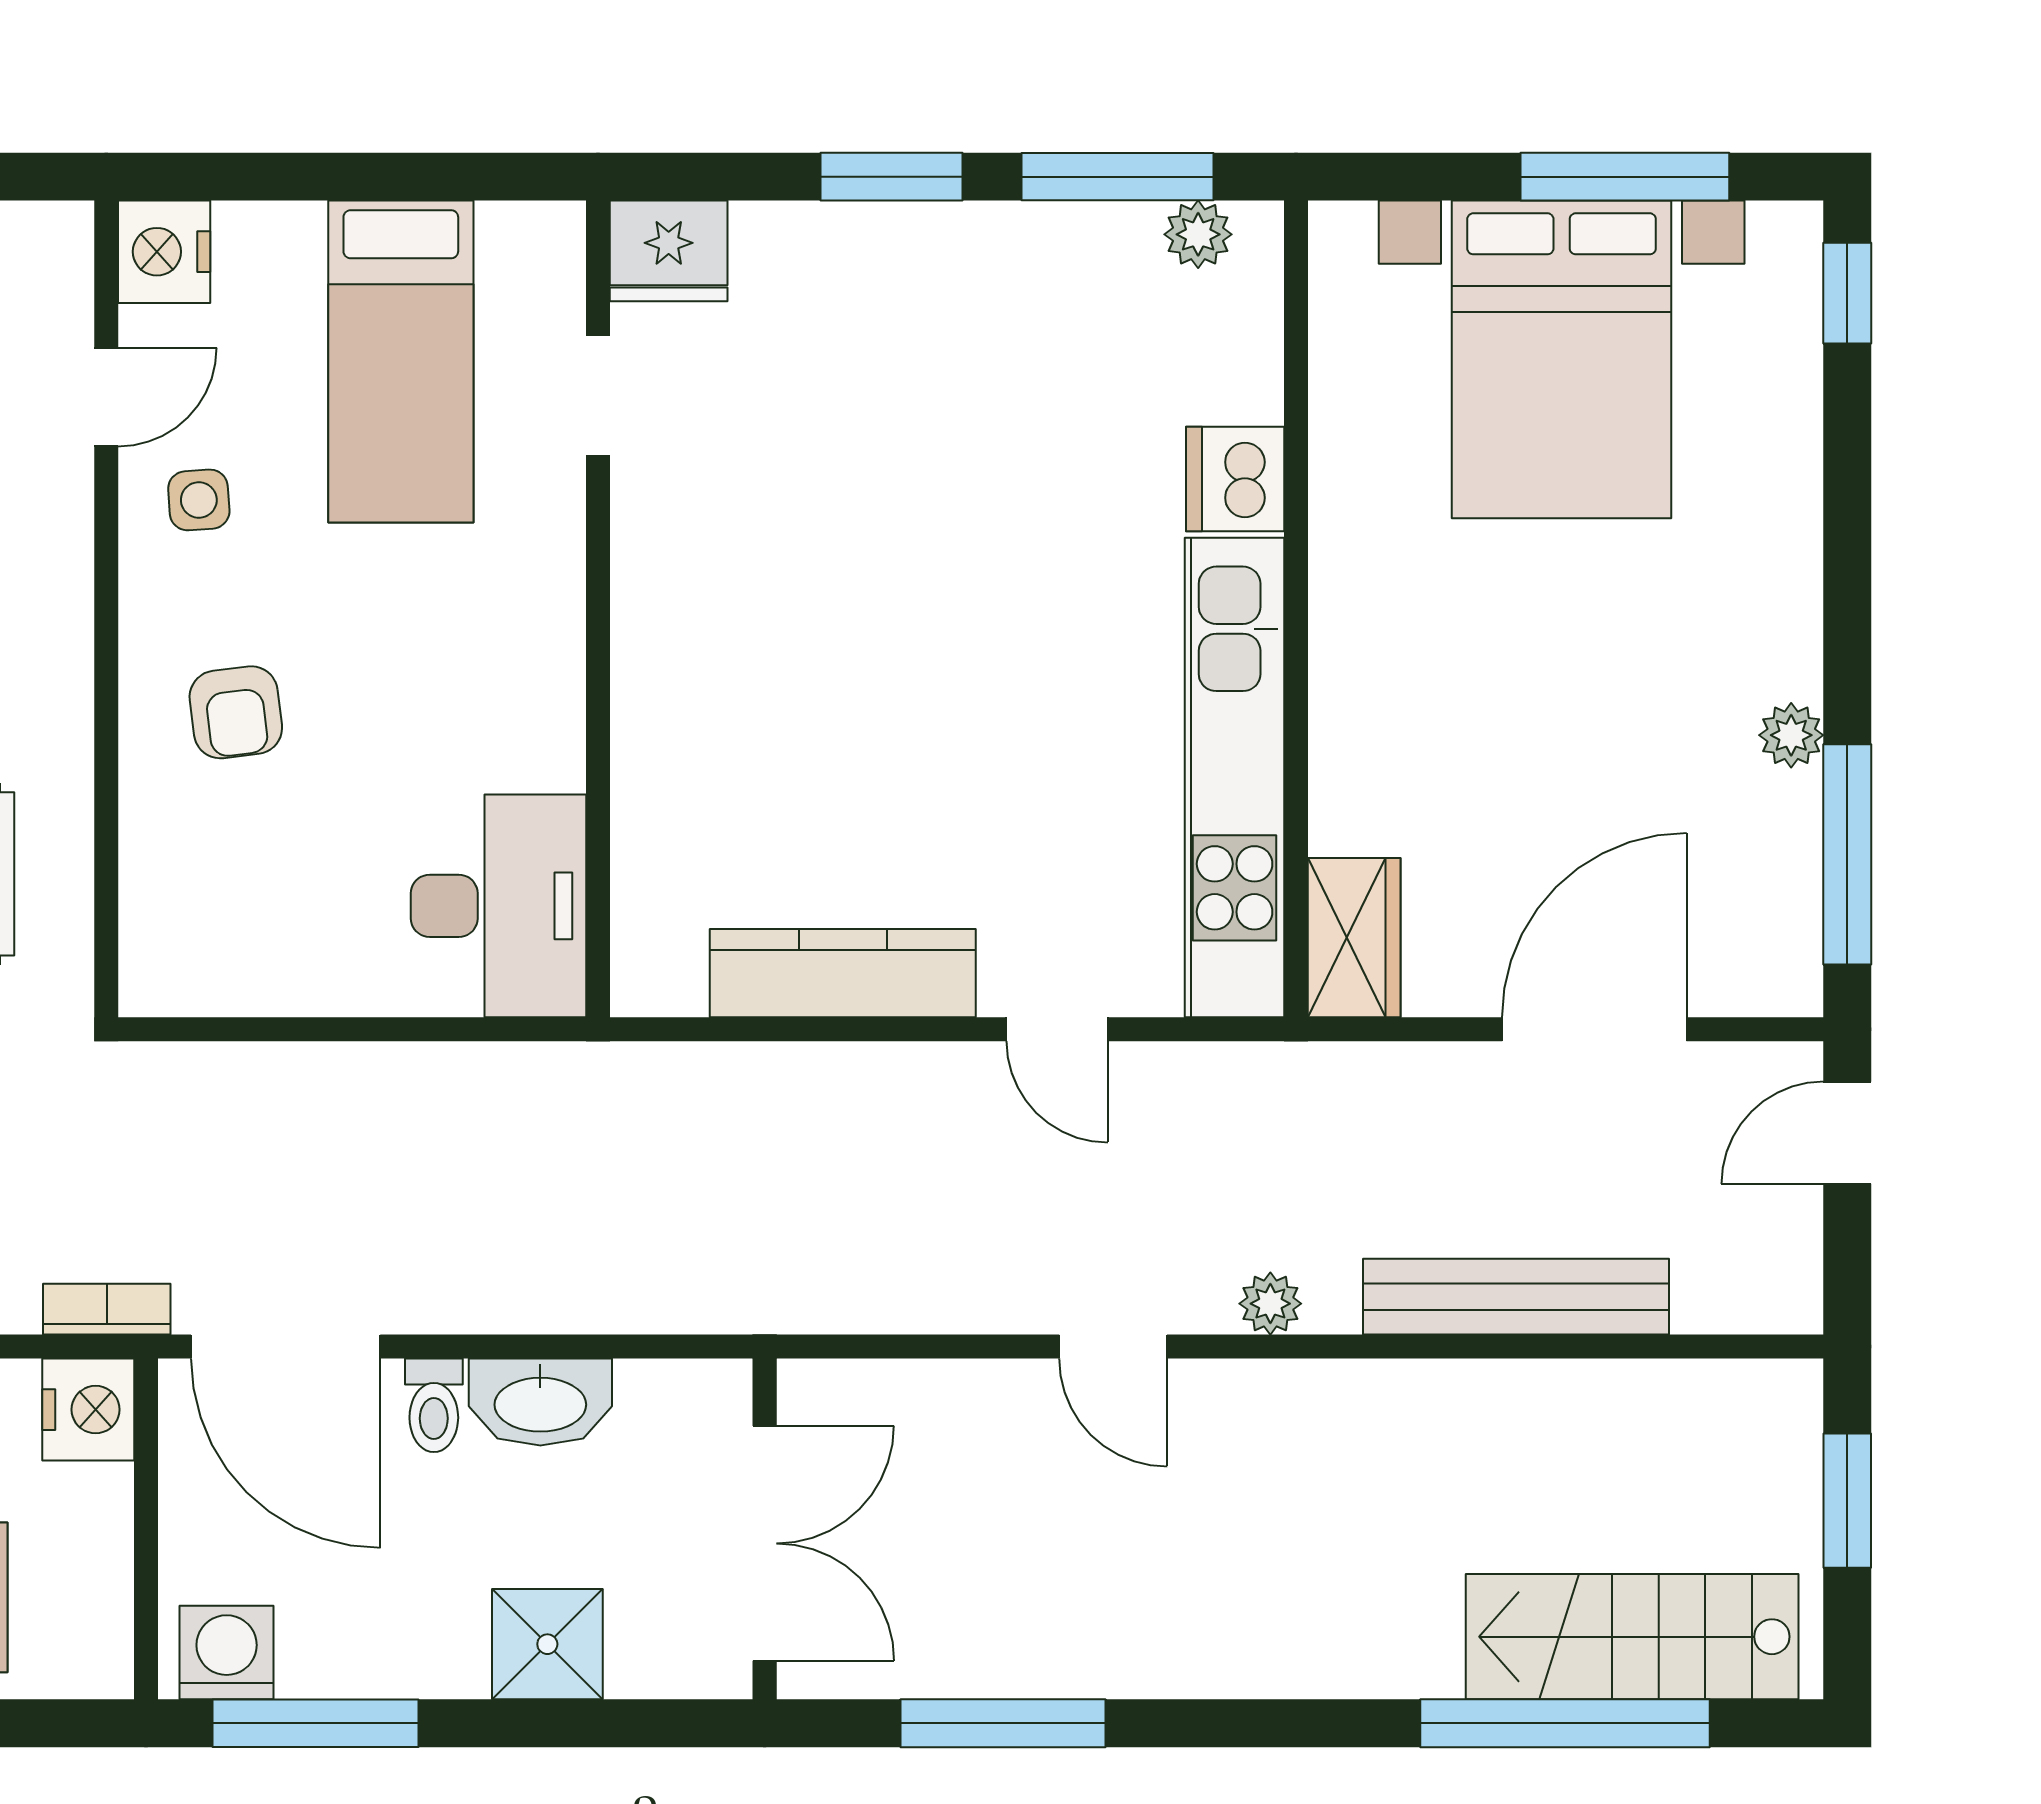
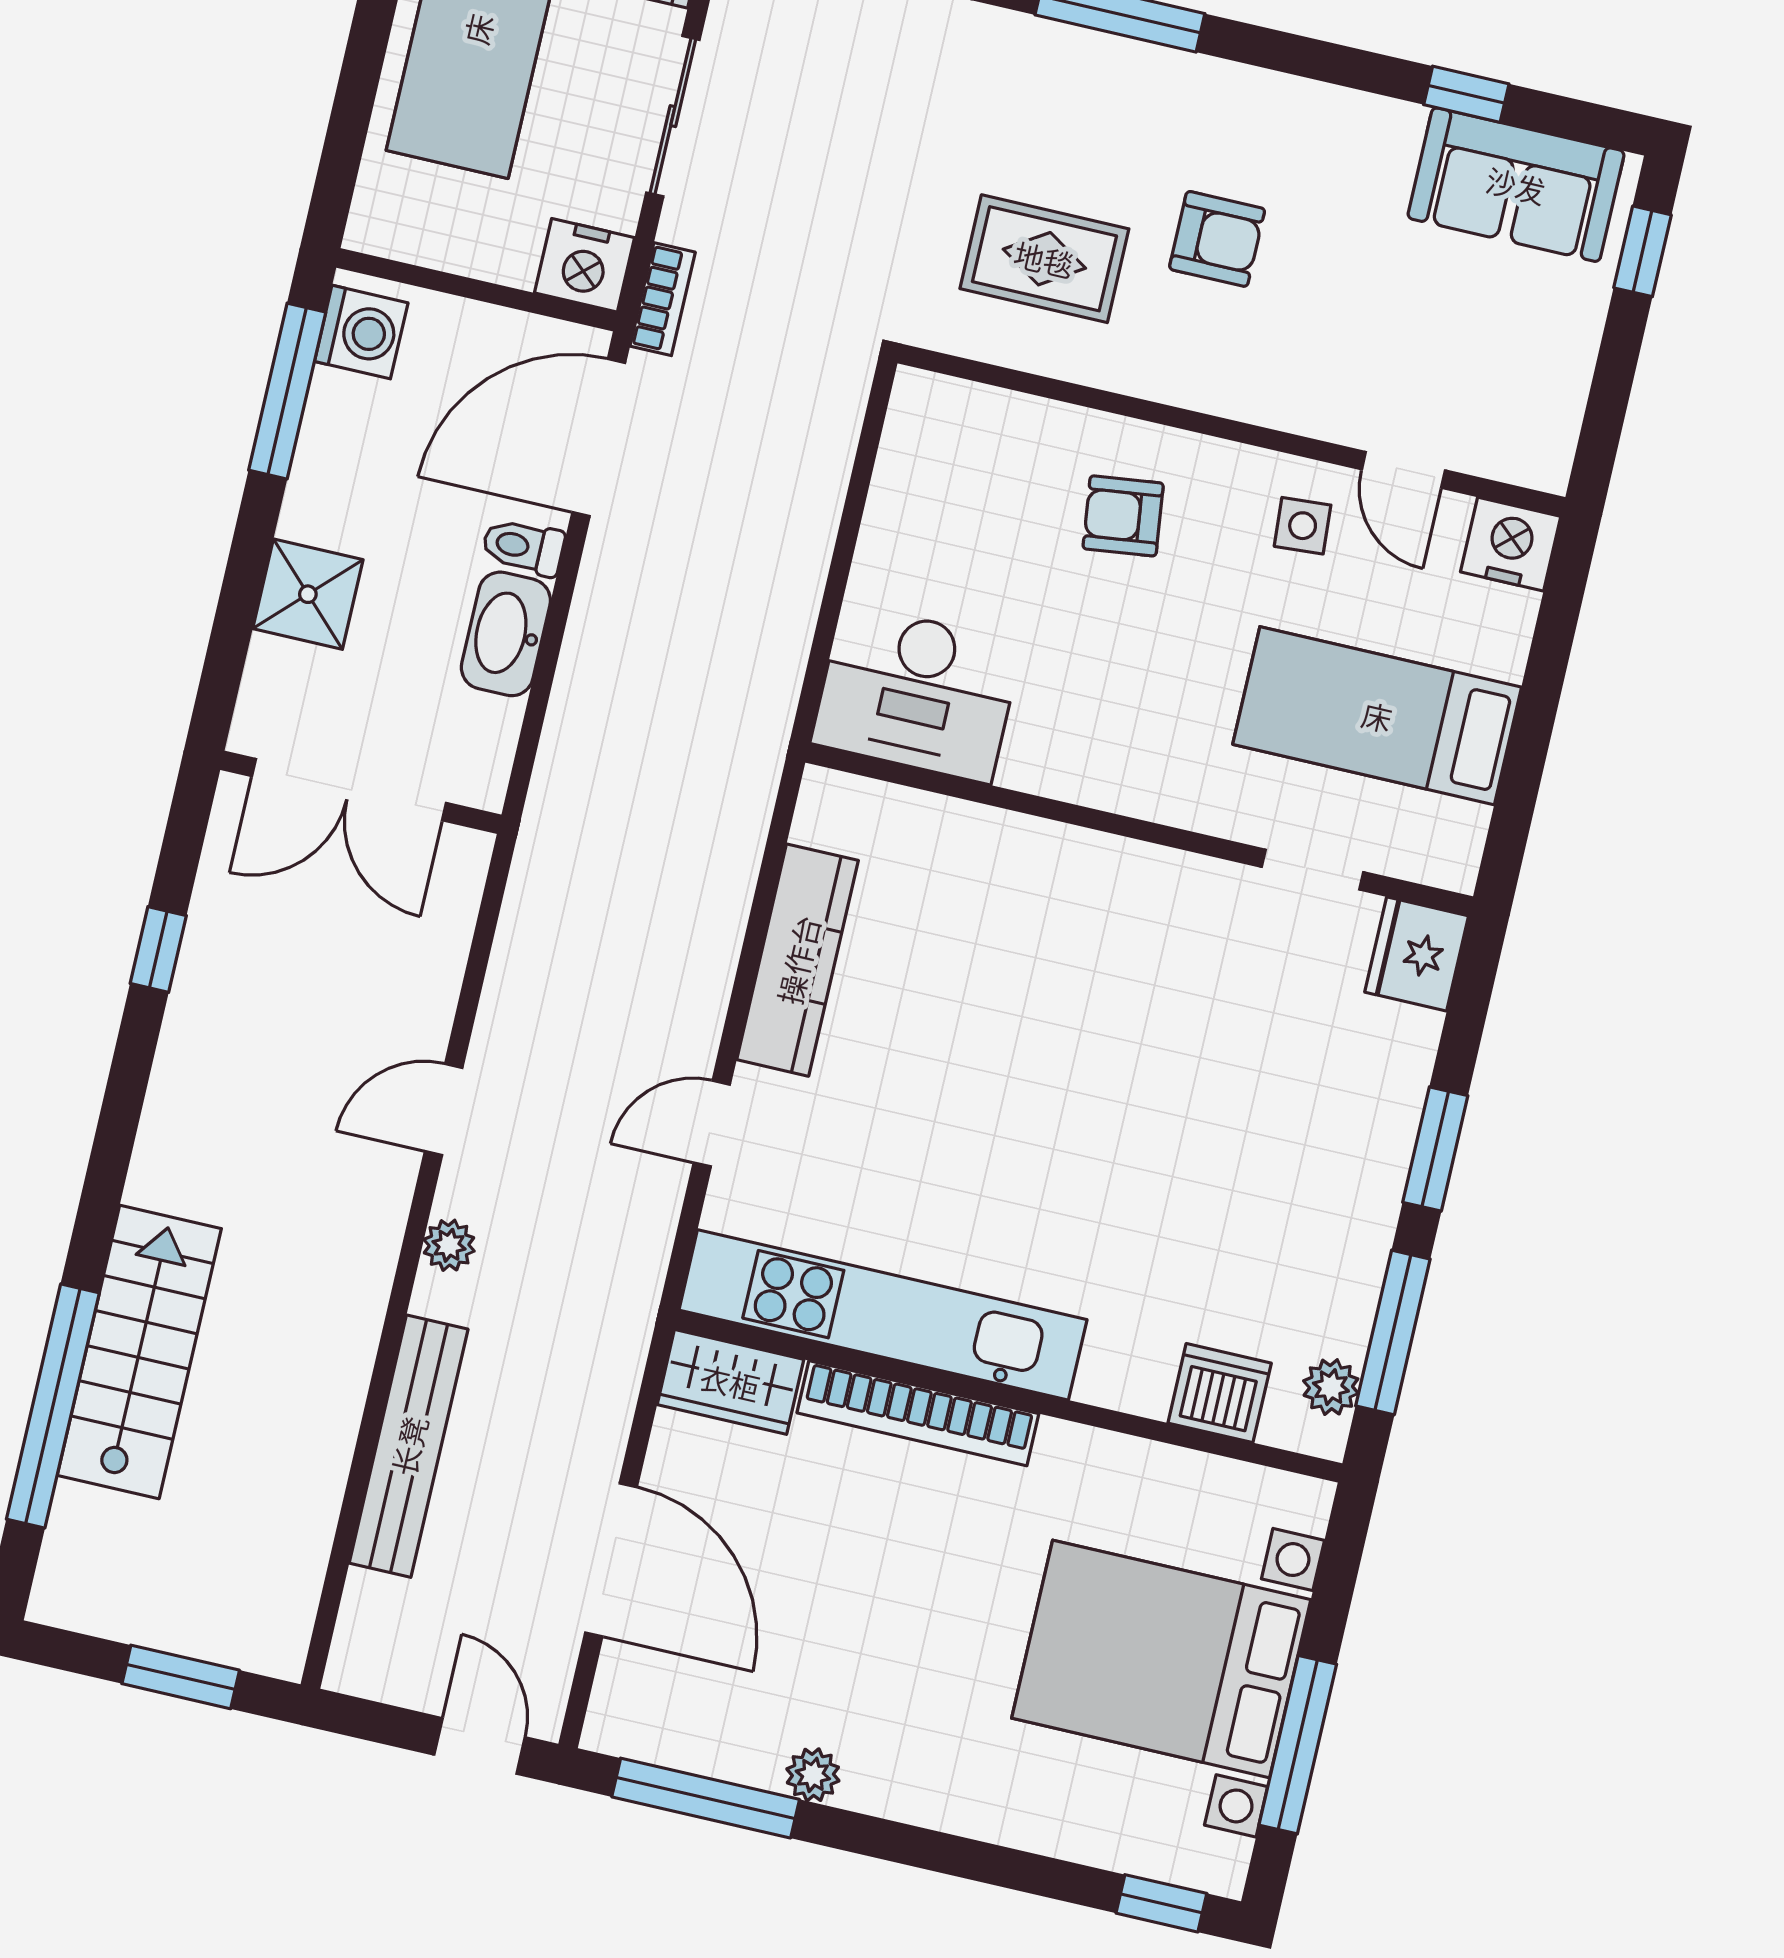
dishwasher: (1235, 479) -> (1220, 1393), moved
bookcase: (1340, 710) -> (918, 1413), added
stairs: (1632, 1637) -> (139, 1352), moved
window: (1003, 1723) -> (158, 949), width x0.46

